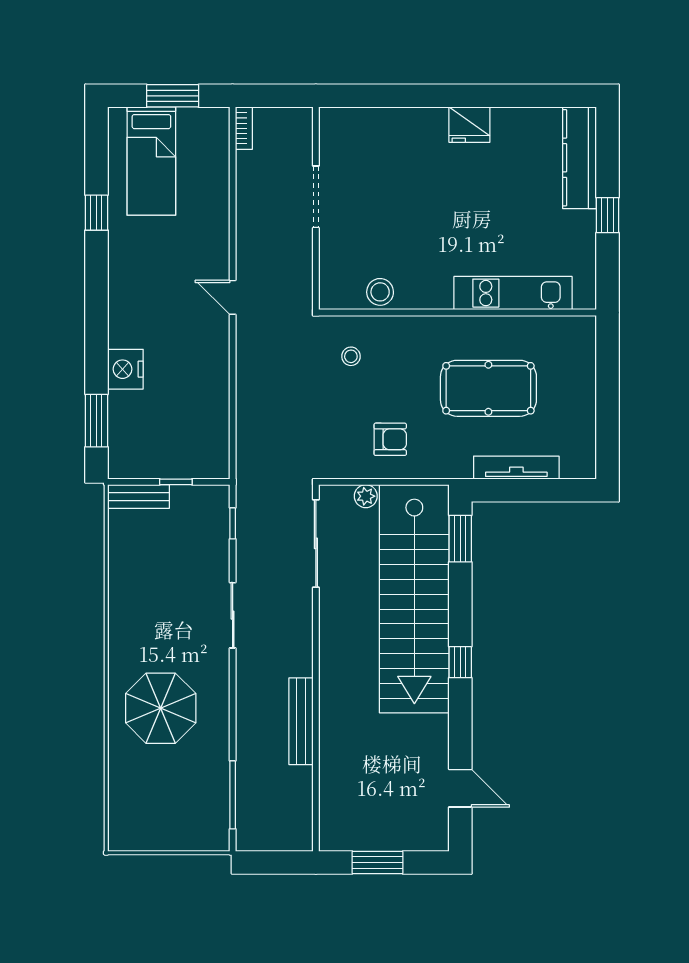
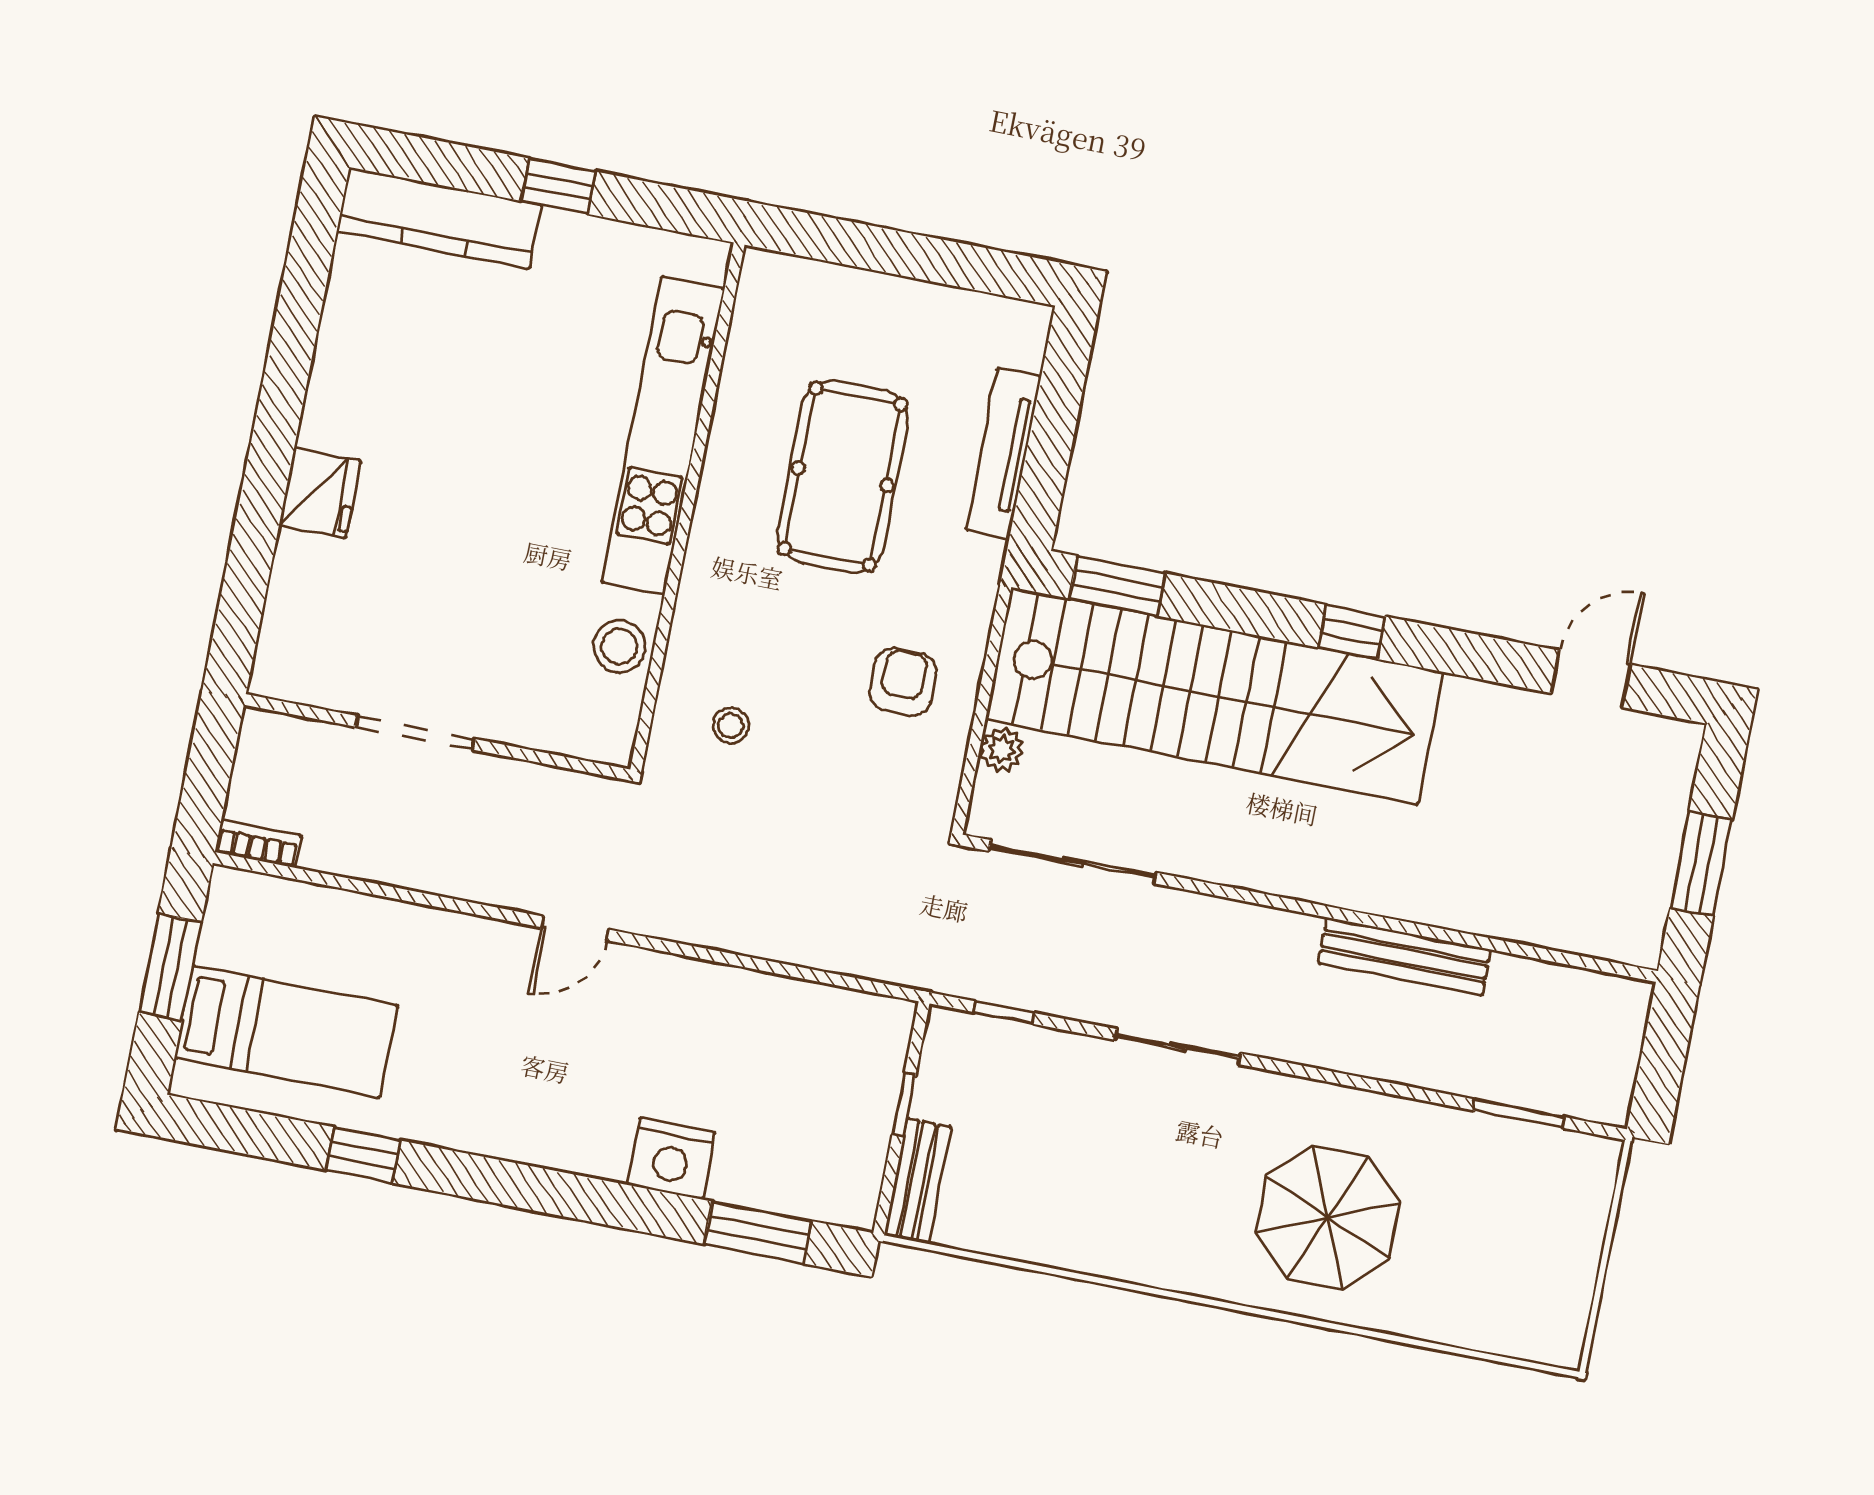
fridge: (469, 125) -> (320, 493), moved
kitchen unit: (513, 293) -> (663, 435), width x1.36
window: (233, 795) -> (1519, 1114), width x0.69

